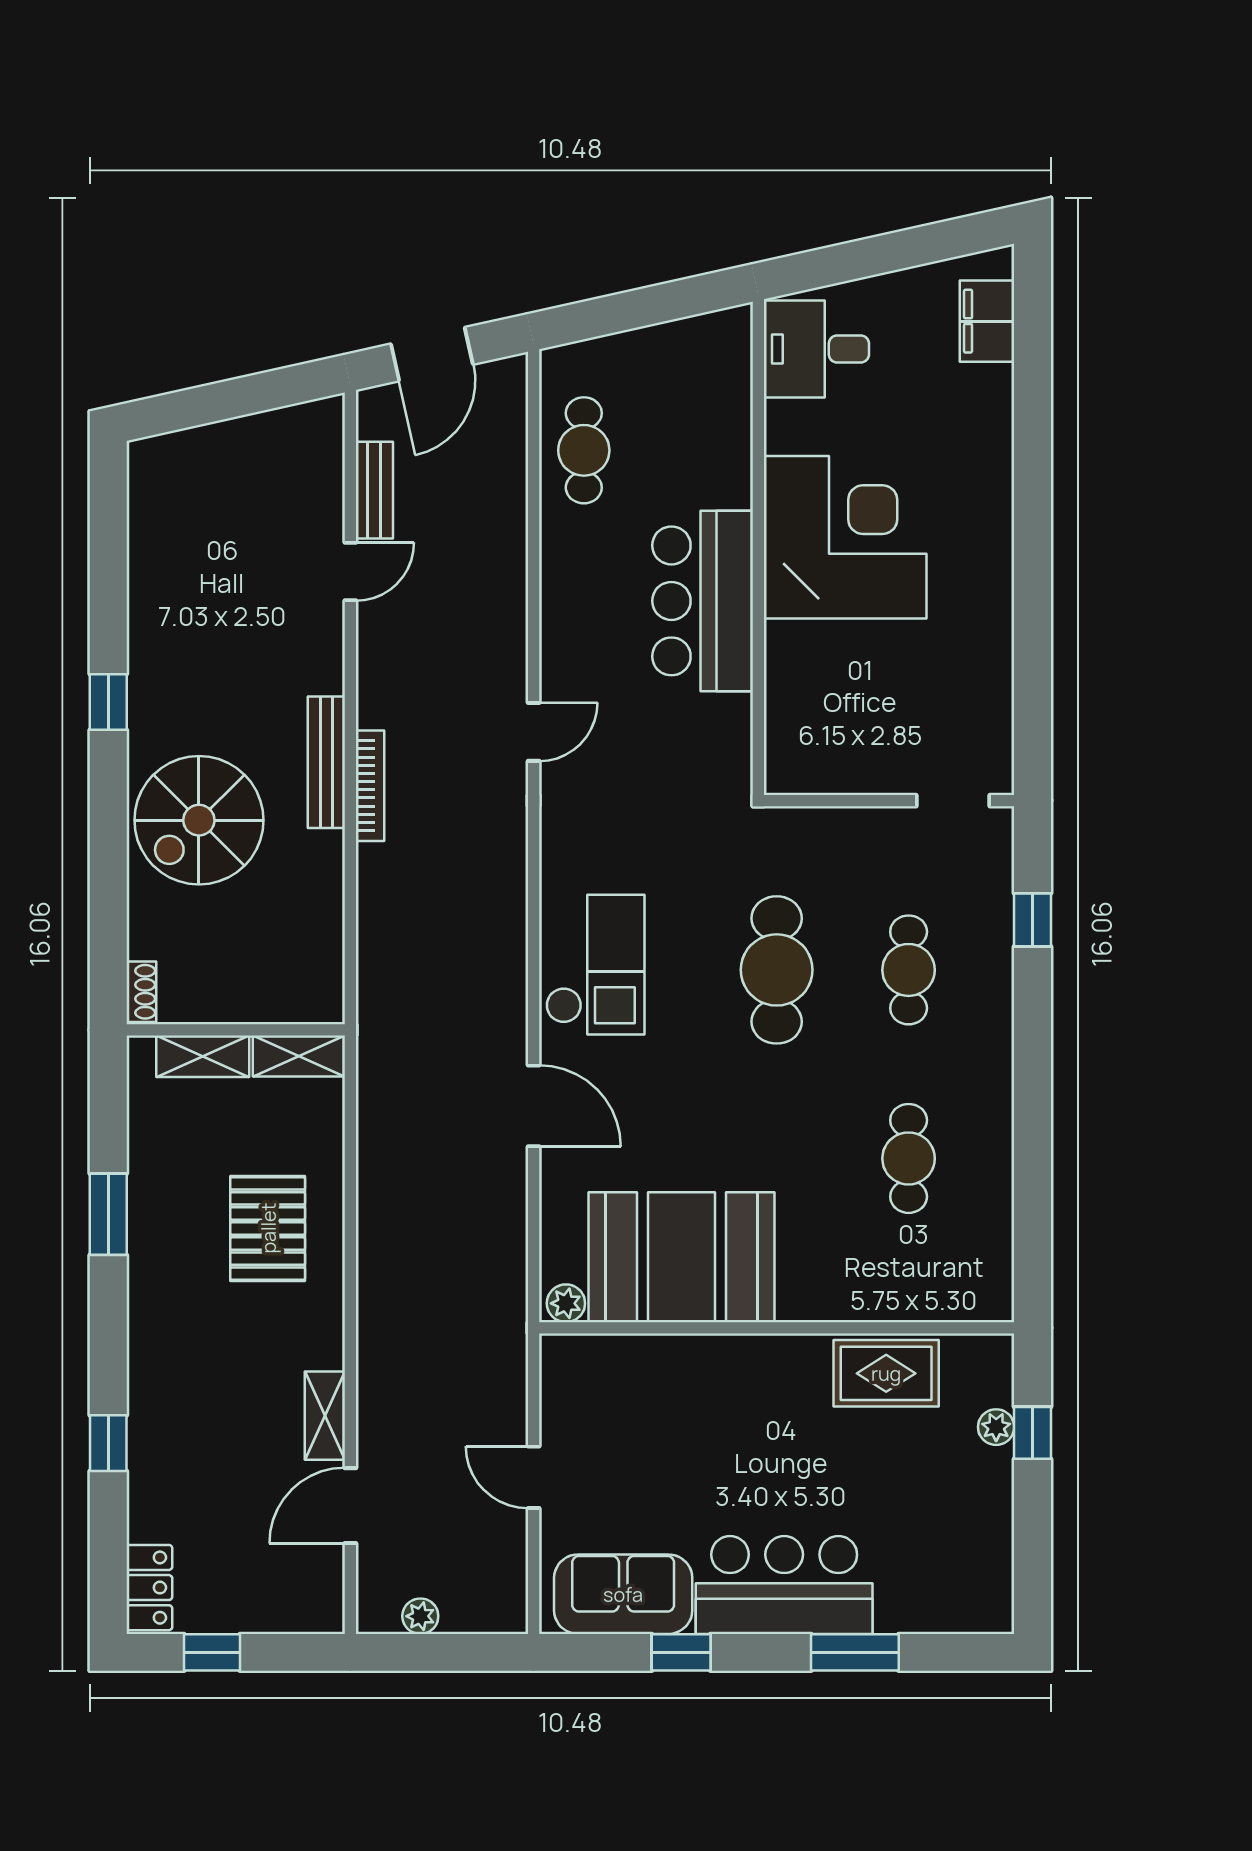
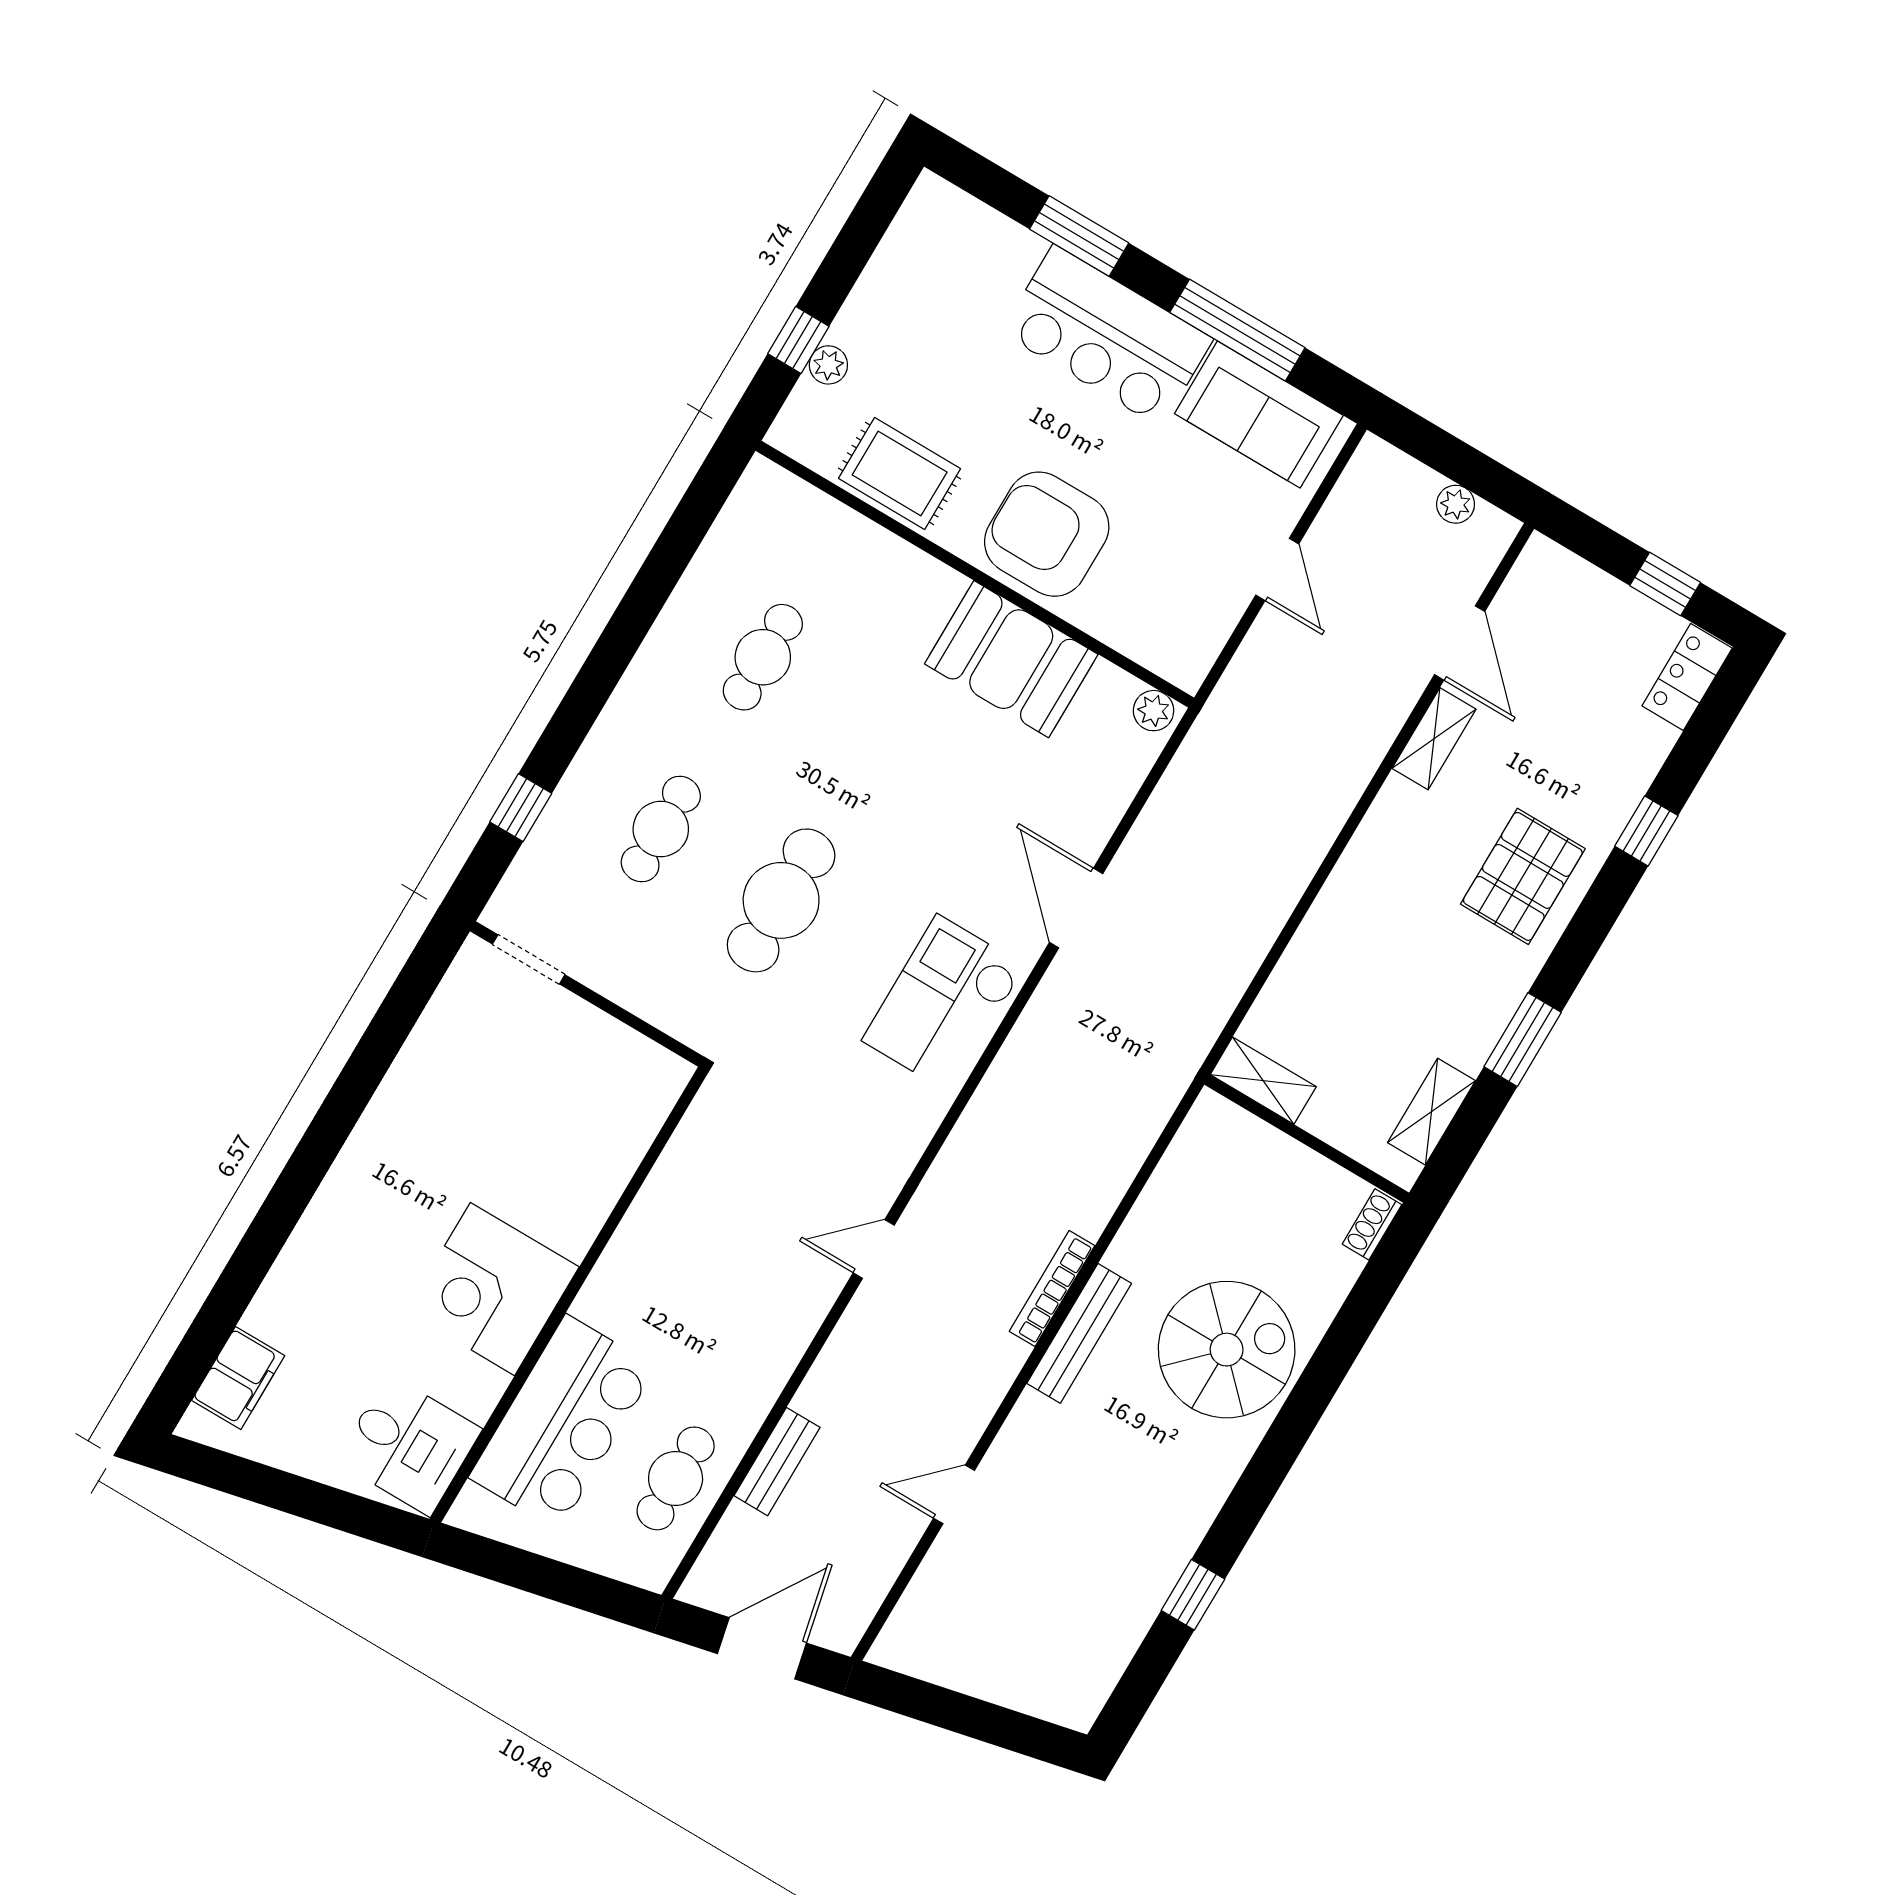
bench: (374, 490) -> (777, 1462), moved
corner desk: (845, 537) -> (492, 1289), width x0.74, depth x0.74
bar counter: (703, 601) -> (562, 1422), moved
window: (108, 702) -> (1193, 1595), moved
shelving: (203, 1056) -> (1431, 1112), moved, turned 90
pallet: (268, 1228) -> (1523, 876), moved
booth: (681, 1257) -> (1011, 659), width x0.73, depth x0.70
armchair: (738, 1395) -> (1047, 534), added
door: (350, 1506) -> (1460, 643), hinge flipped
window: (681, 1652) -> (1237, 330), width x2.17

